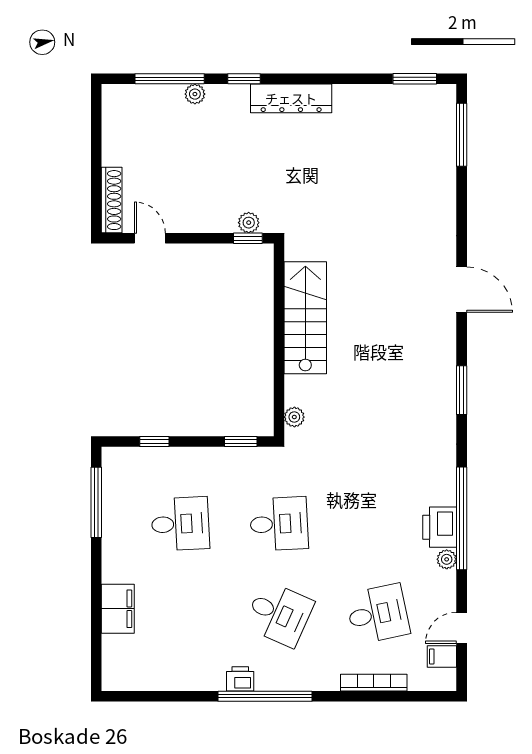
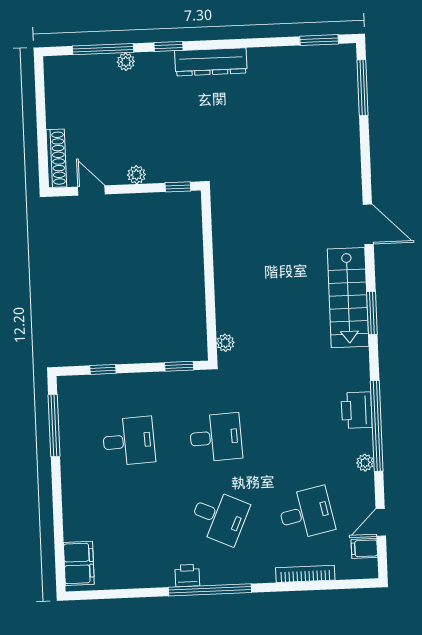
plant: (249, 223) -> (136, 175), moved
stairs: (305, 318) -> (348, 298), moved, turned 180
printer: (440, 527) -> (357, 410), moved
filing cabinet: (118, 609) -> (79, 563), moved

